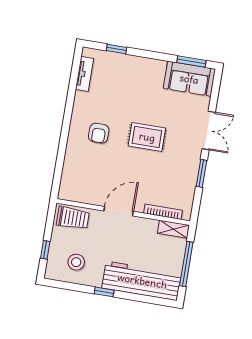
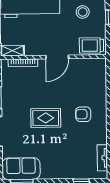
armchair: (99, 133) -> (83, 114), turned -90

